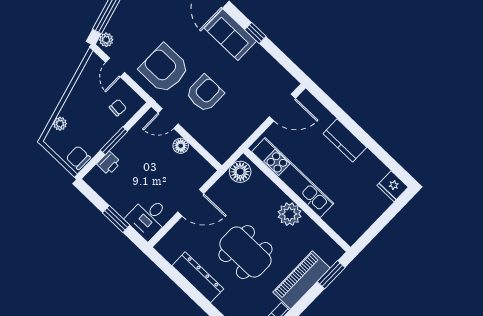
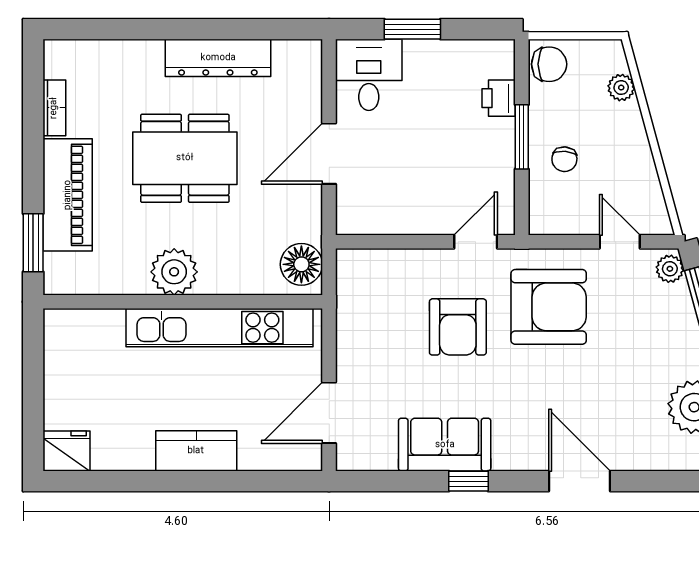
sofa: (230, 35) -> (445, 445), moved
chair: (118, 108) -> (564, 159), moved
floor lamp: (181, 146) -> (421, 220), removed

